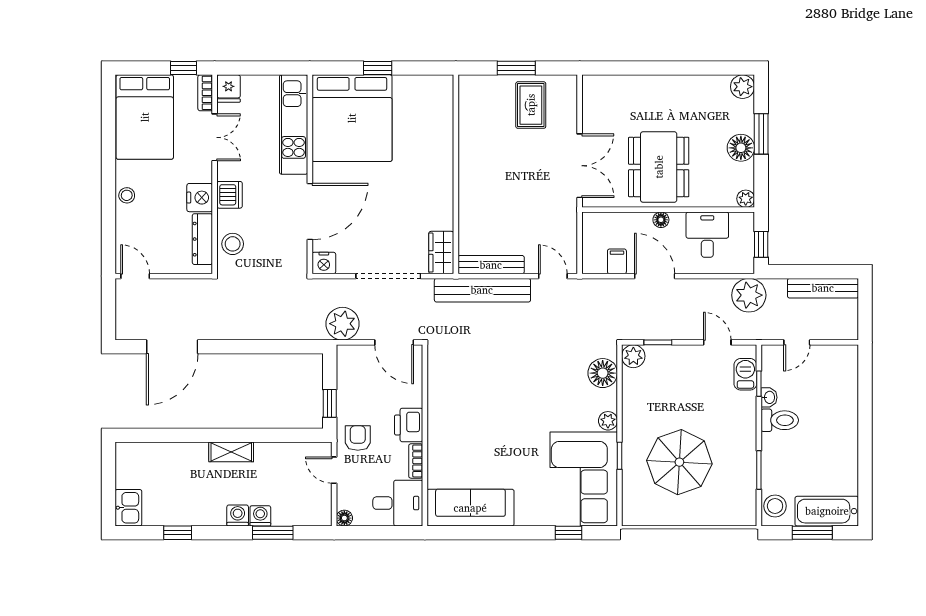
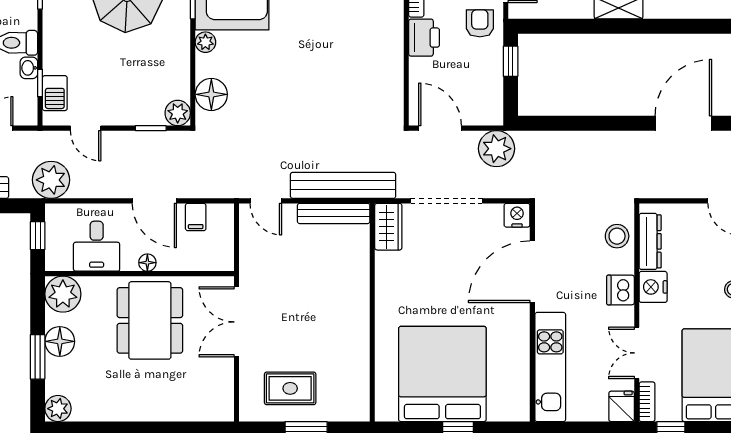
rug: (531, 105) -> (290, 388), turned 90
bed: (352, 118) -> (442, 374), moved
plant: (746, 199) -> (63, 294), width x1.88, depth x1.88
armchair: (358, 438) -> (480, 23), turned 180

